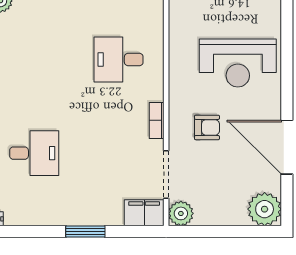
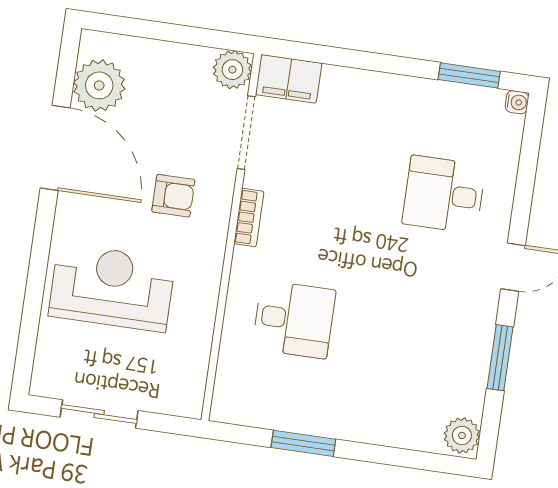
armchair: (207, 127) -> (173, 196), turned 180
plant: (265, 209) -> (99, 85), moved
window: (85, 232) -> (469, 75), moved

